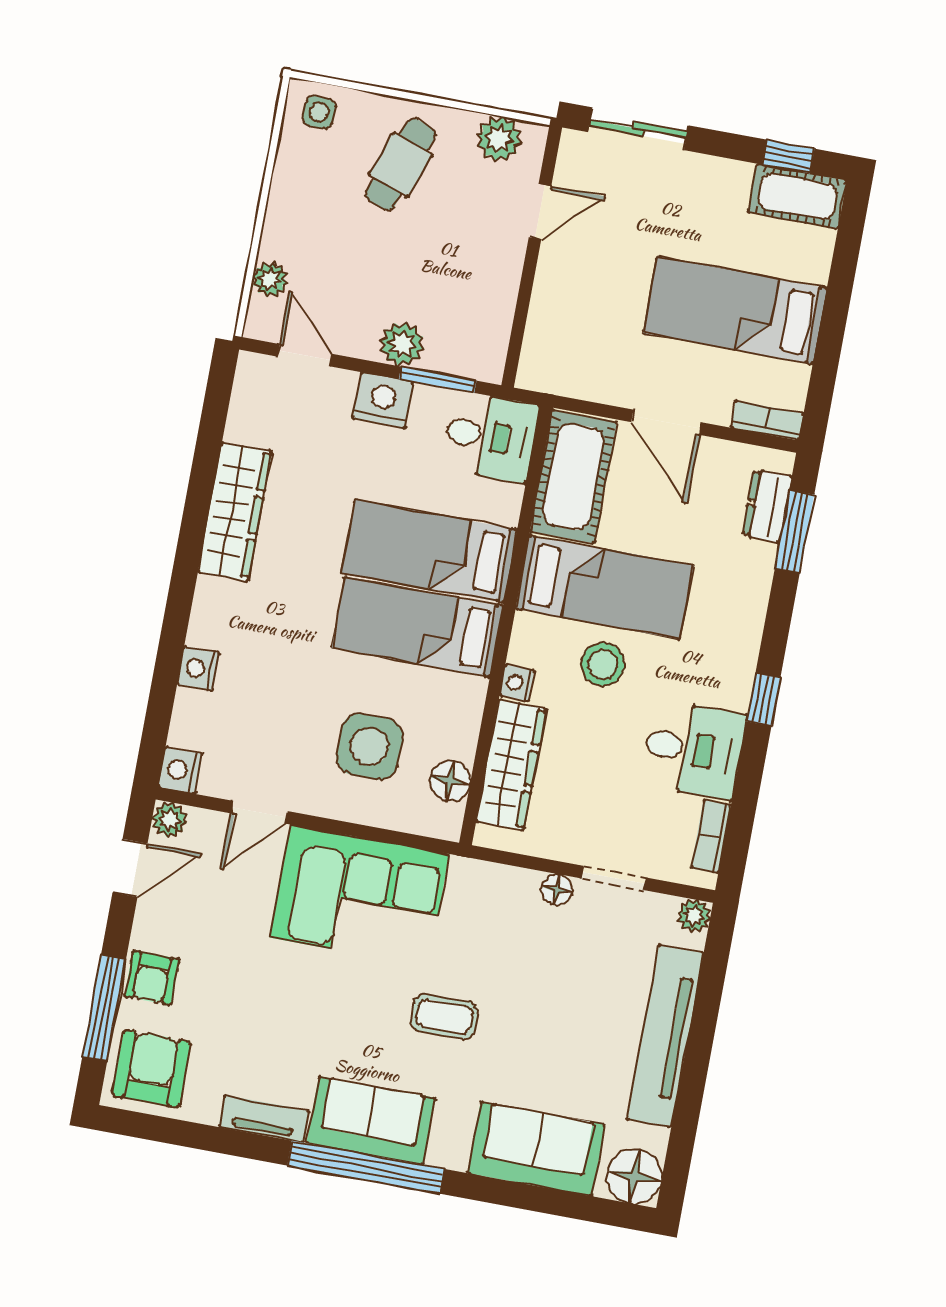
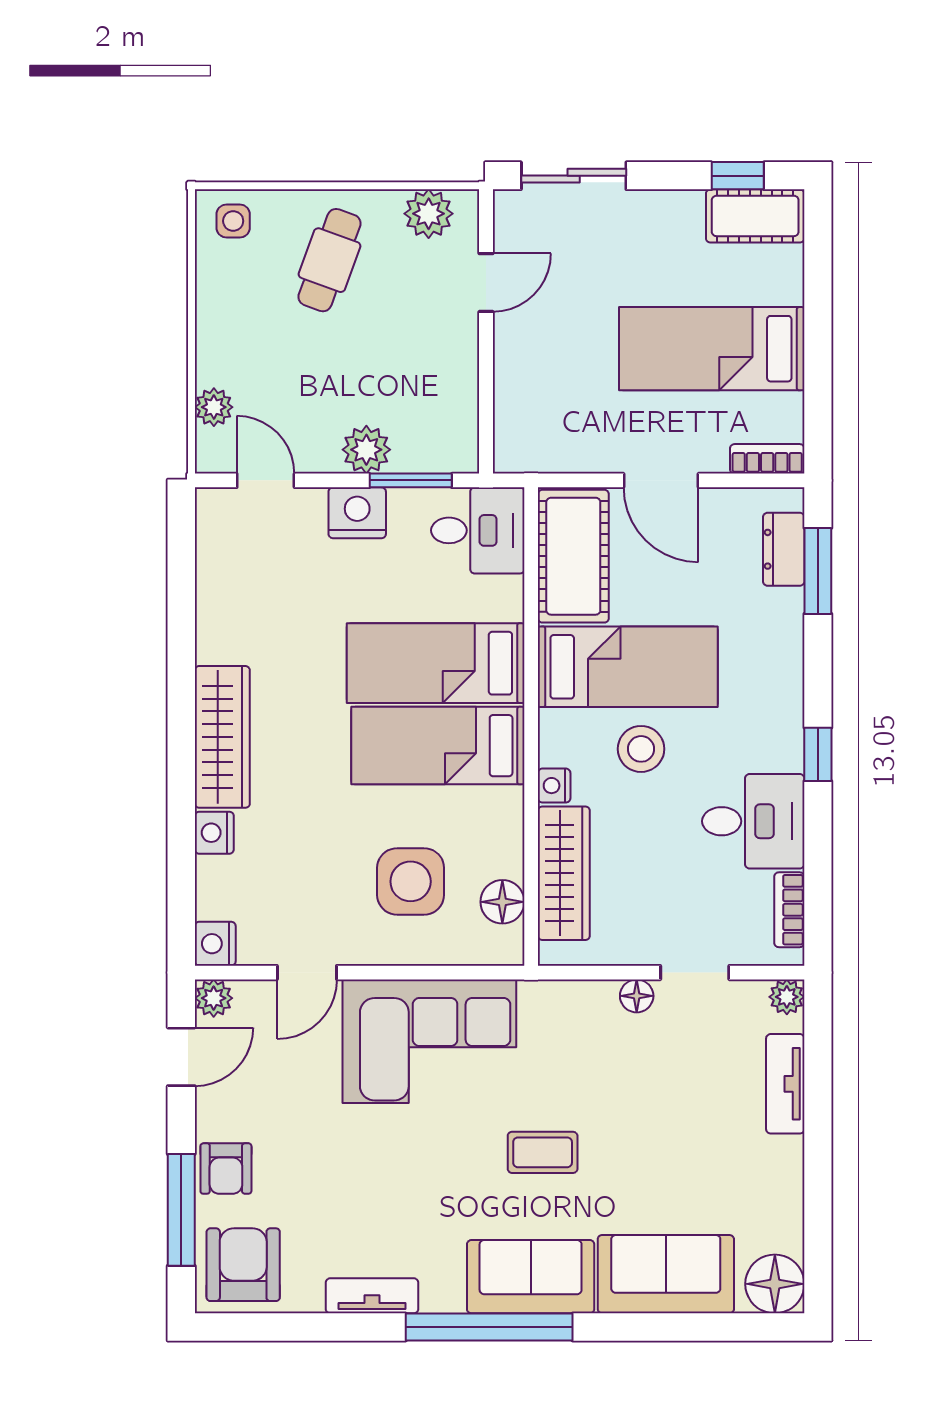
wardrobe: (235, 512) -> (222, 737), moved
tv unit: (665, 1036) -> (785, 1084), width x0.52, depth x0.78
sofa: (371, 1121) -> (531, 1277), moved

